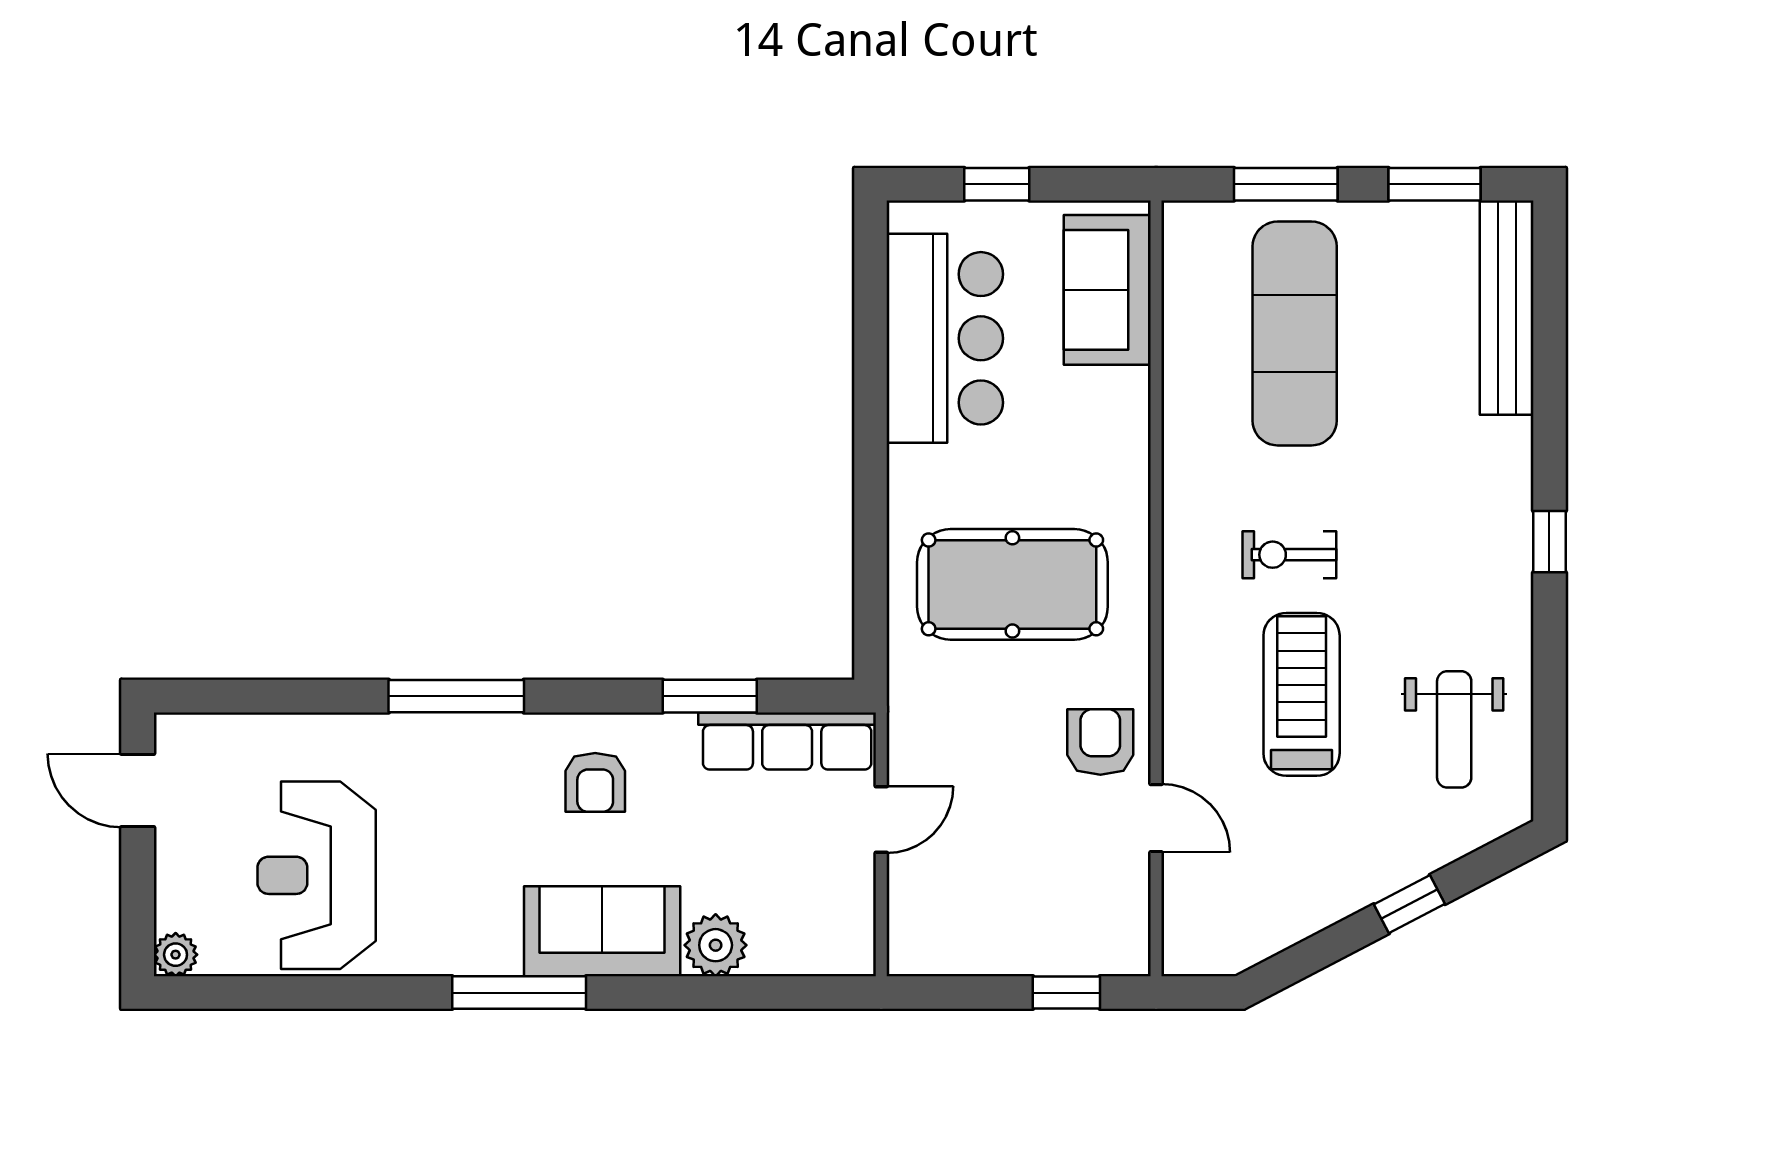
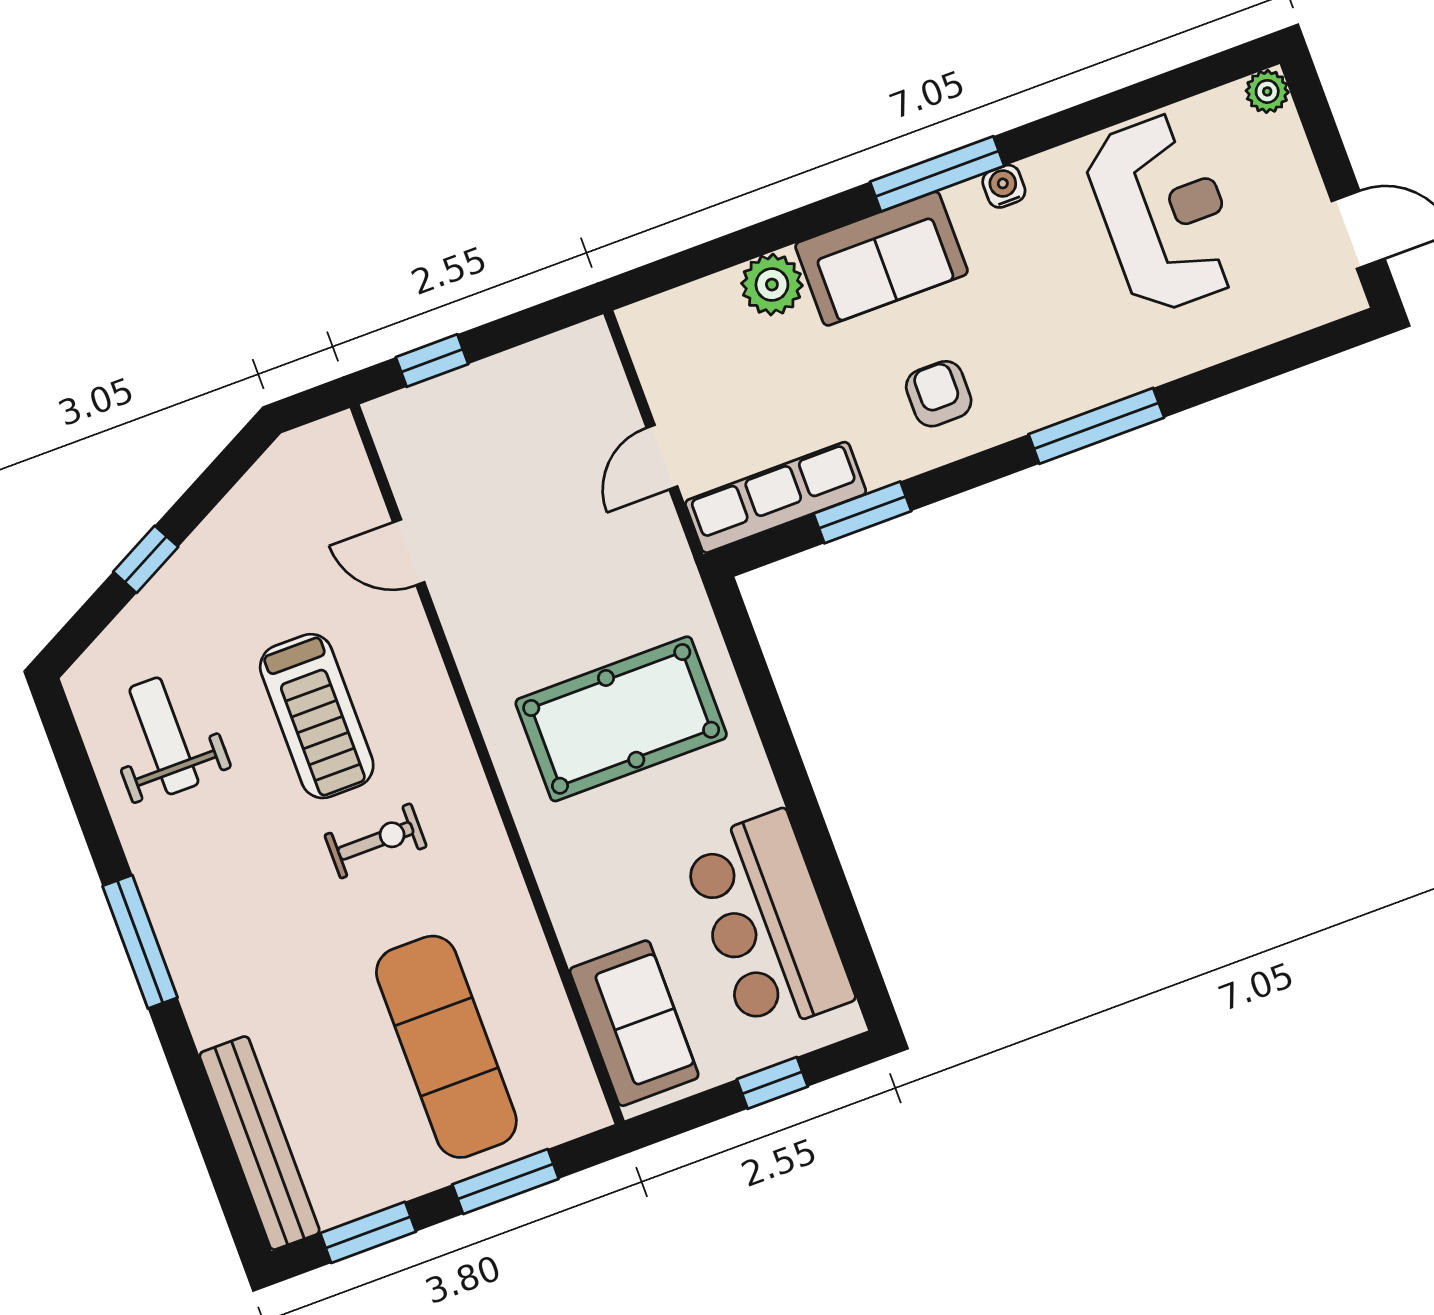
window: (1549, 542) -> (140, 942), width x2.17
armchair: (1100, 742) -> (486, 603), removed
water cooler: (460, 957) -> (1004, 186), added

